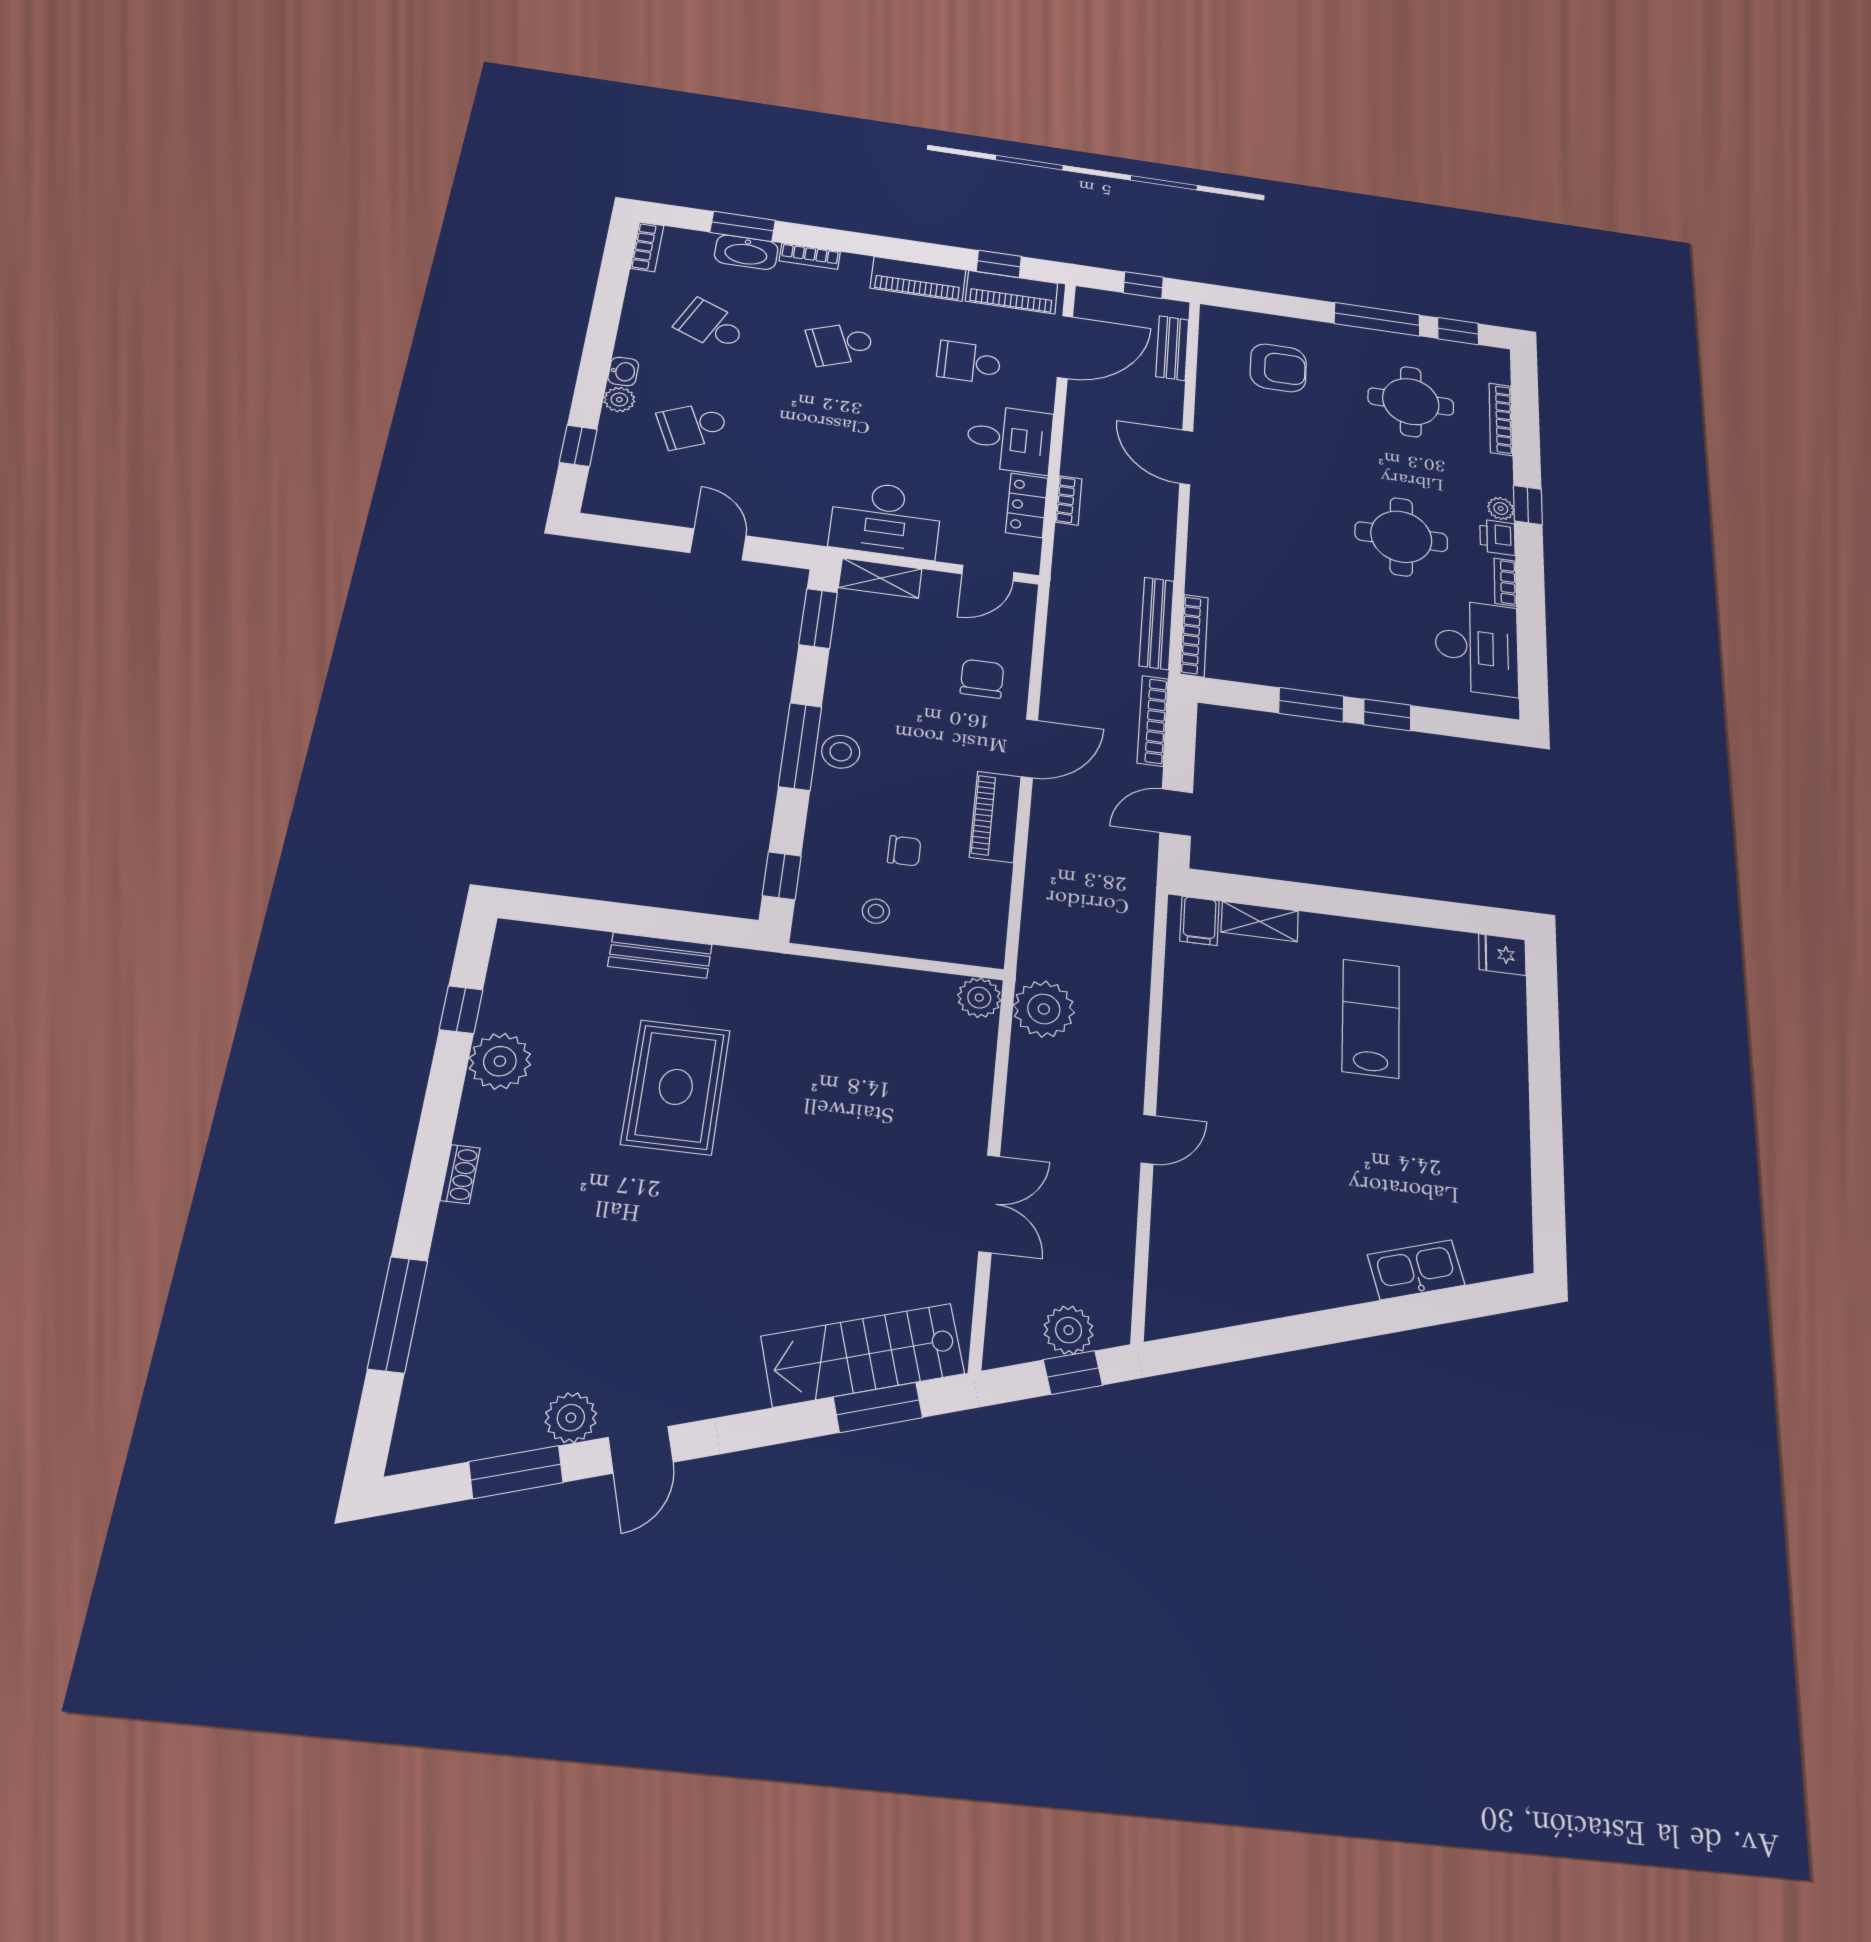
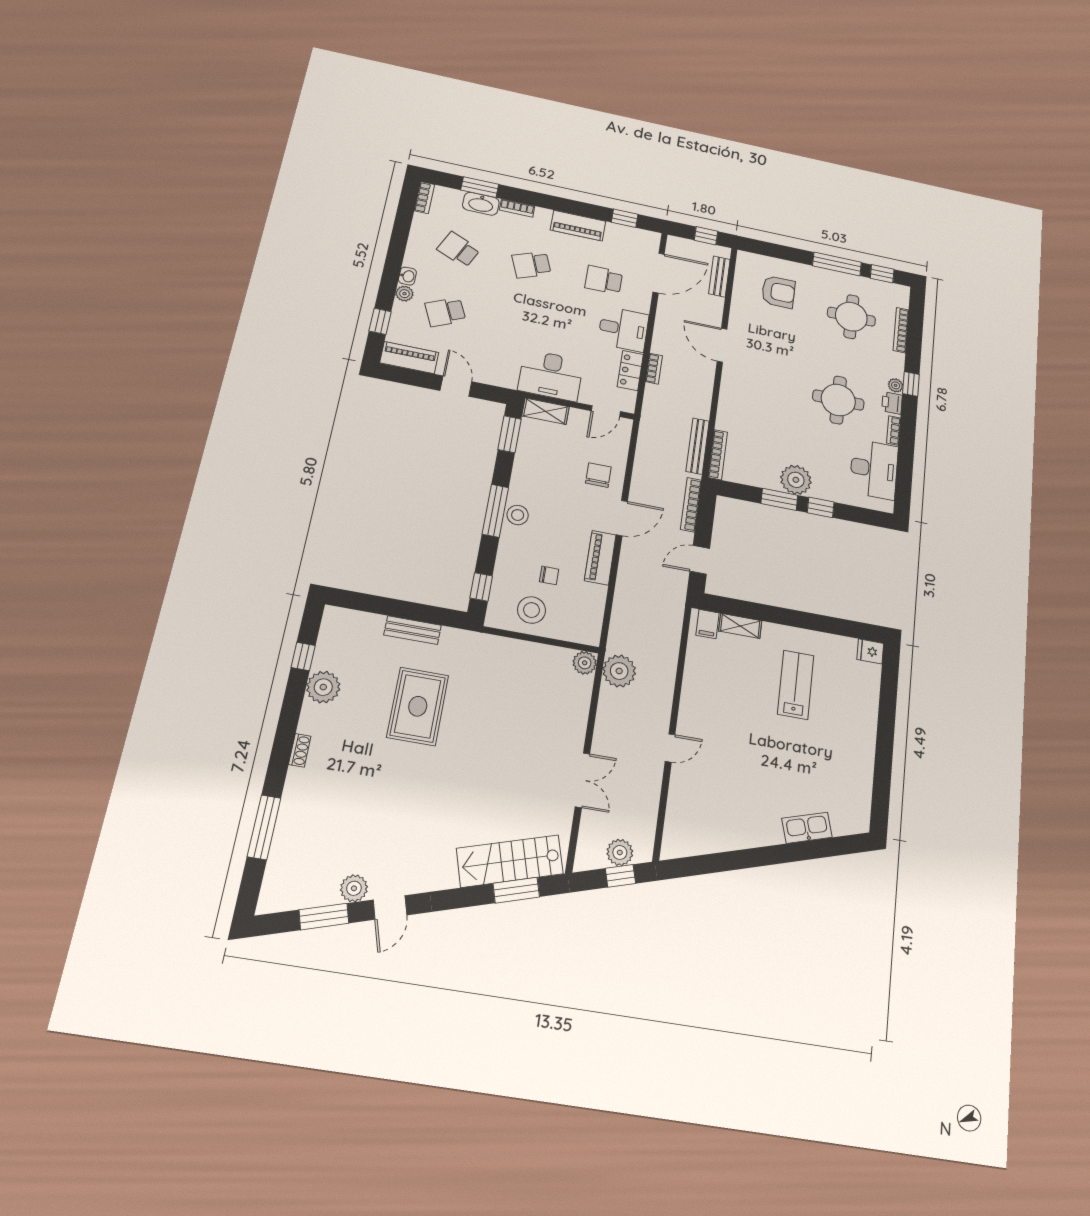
piano: (1012, 292) -> (409, 358), moved, turned 180
plant: (1338, 671) -> (796, 480), added
stool: (876, 911) -> (532, 610), width x1.89, depth x1.89

